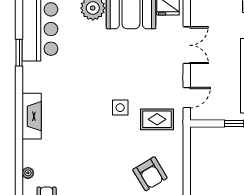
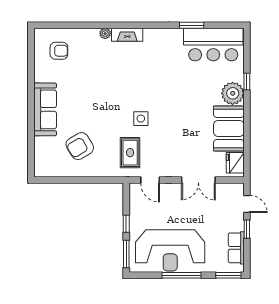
fireplace: (32, 116) -> (127, 35), width x0.73, depth x0.76
plant: (28, 173) -> (105, 33), moved

